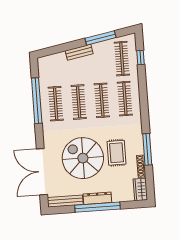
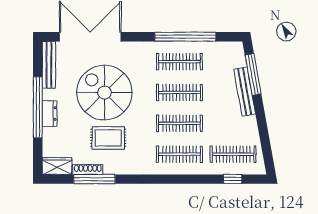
window: (100, 38) -> (253, 74), moved
bench: (79, 52) -> (245, 92), width x1.36
window: (147, 149) -> (94, 179), moved
spiral stairs: (83, 158) -> (104, 93), turned -90
dresser: (97, 198) -> (50, 114), width x0.70

